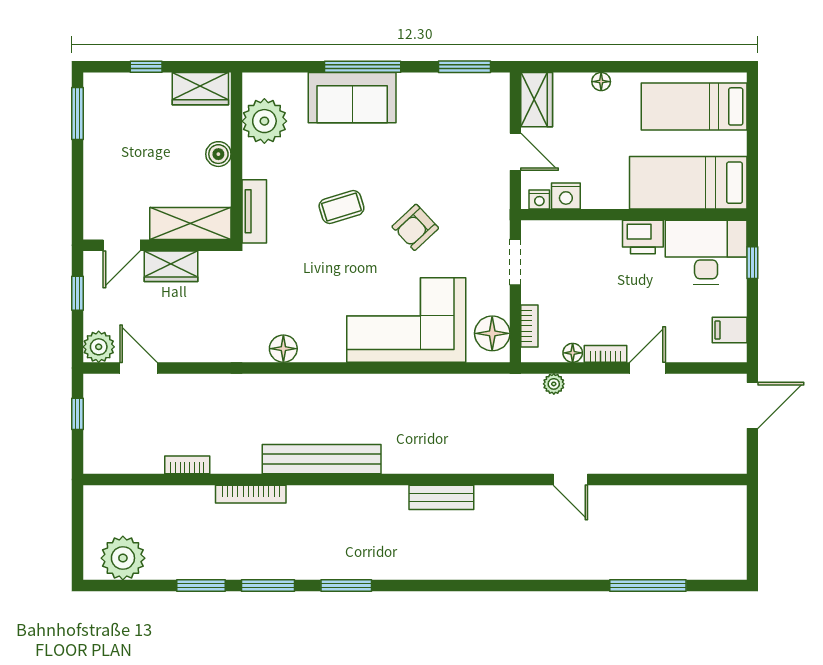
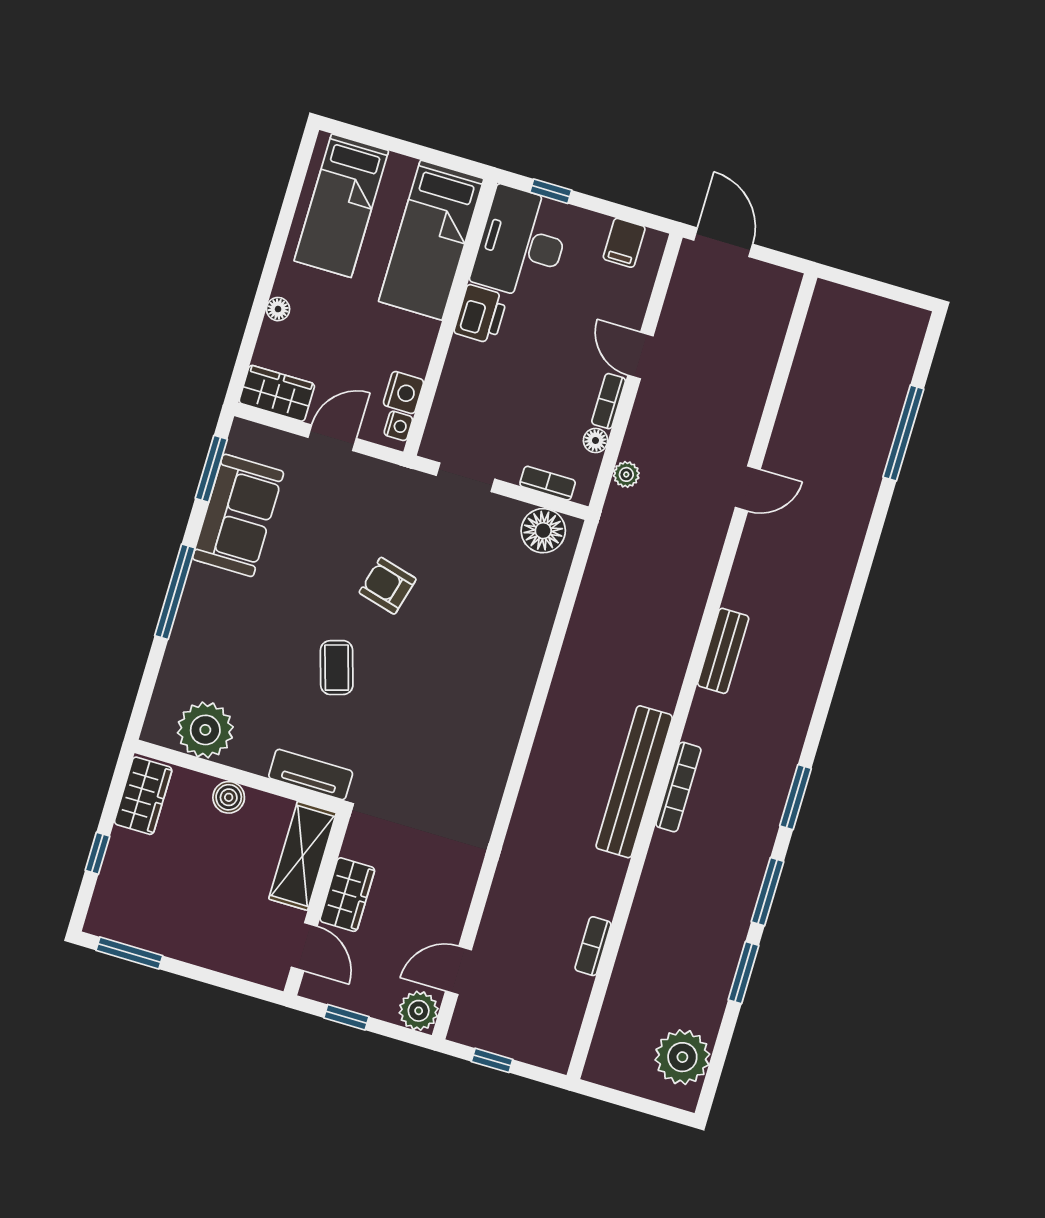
sofa: (352, 98) -> (238, 515), moved
armchair: (415, 227) -> (388, 586), turned 148
corner sofa: (406, 320) -> (496, 630), removed
floor lamp: (283, 349) -> (487, 788), removed
bookcase: (251, 494) -> (678, 787), moved

